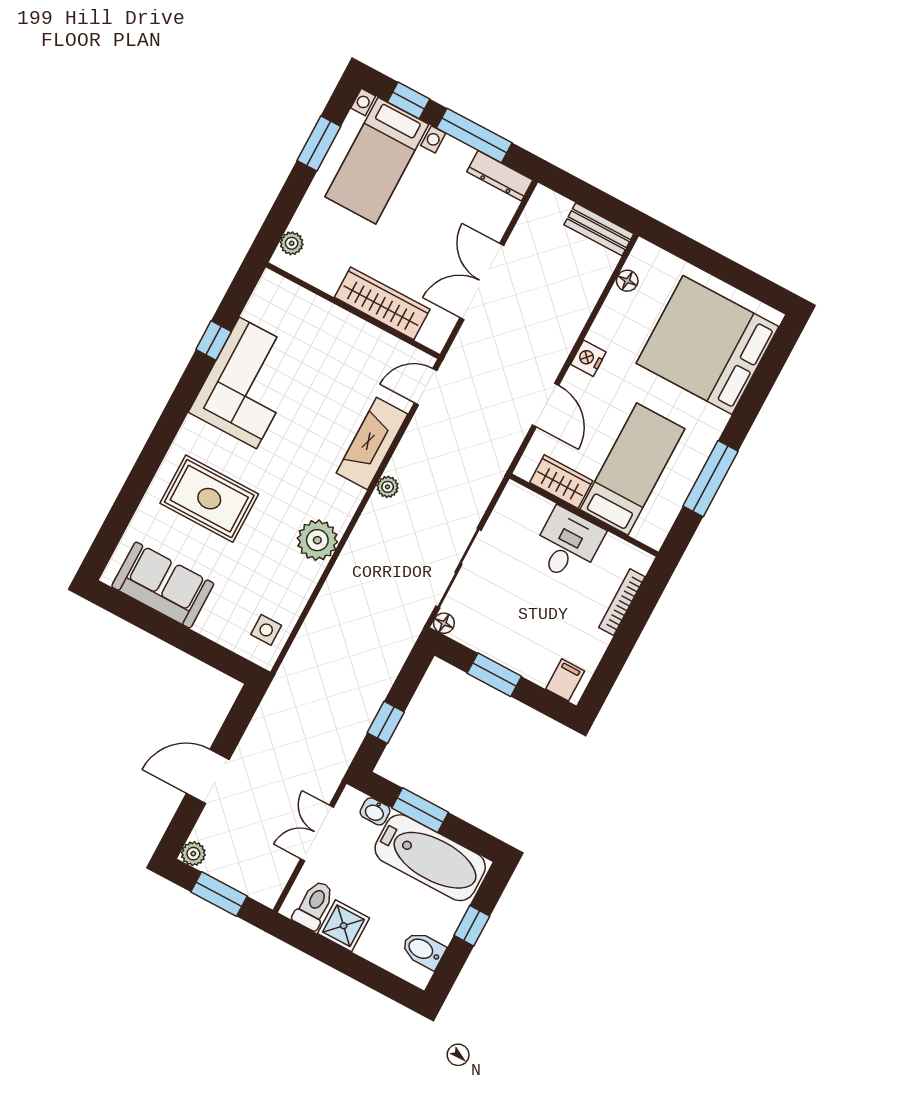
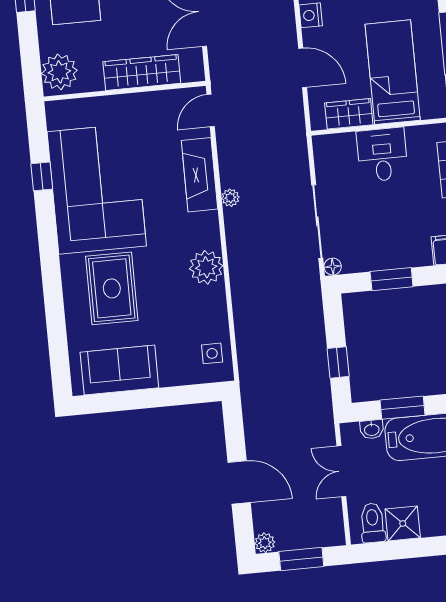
plant: (292, 243) -> (59, 72), width x1.88, depth x1.88
corner sofa: (248, 383) -> (97, 189), width x1.36, depth x1.36
rug: (209, 499) -> (112, 288), turned 90
door: (208, 777) -> (239, 482), swing flipped

